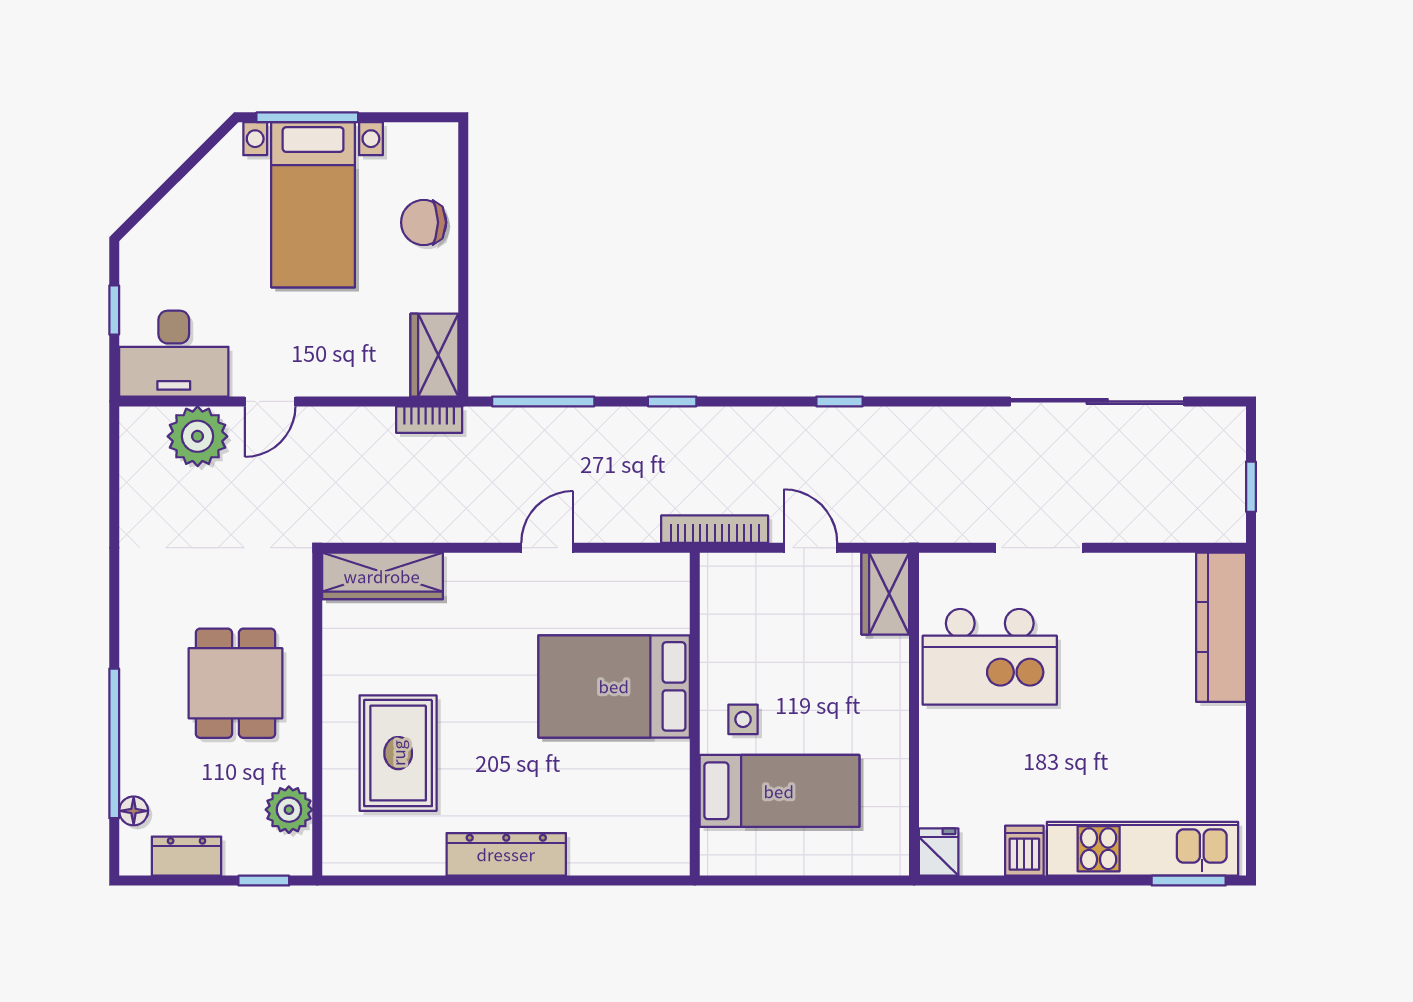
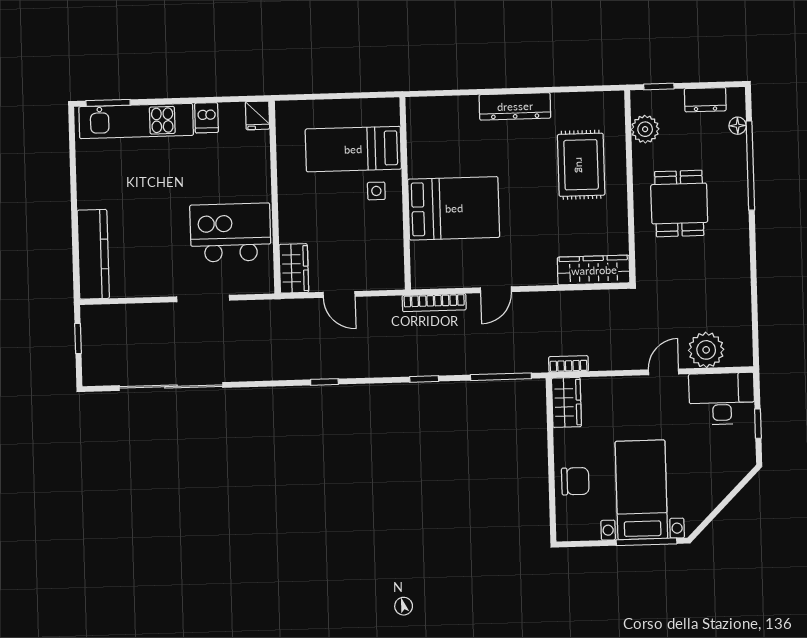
bookcase: (715, 529) -> (434, 303), moved

